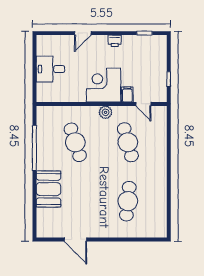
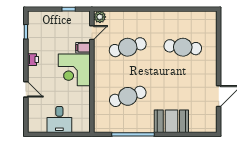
plant: (106, 112) -> (100, 17), moved

